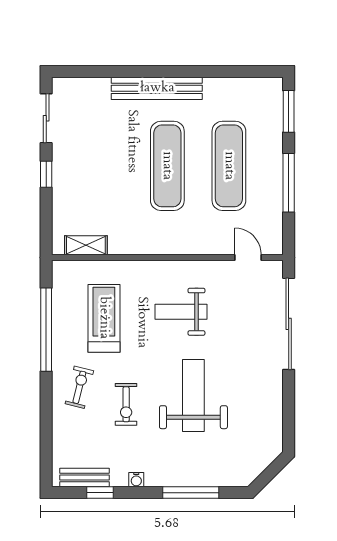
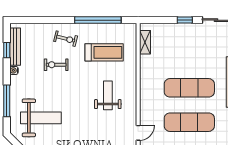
weight bench: (193, 395) -> (41, 118), moved
bench: (85, 478) -> (15, 47), width x1.36

